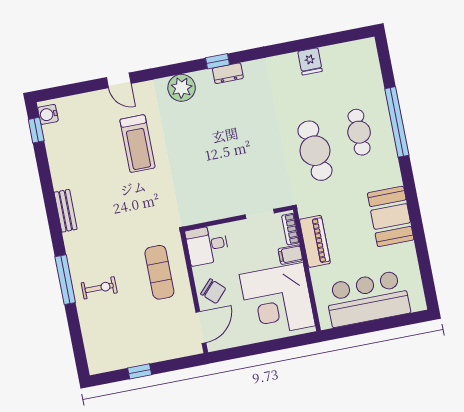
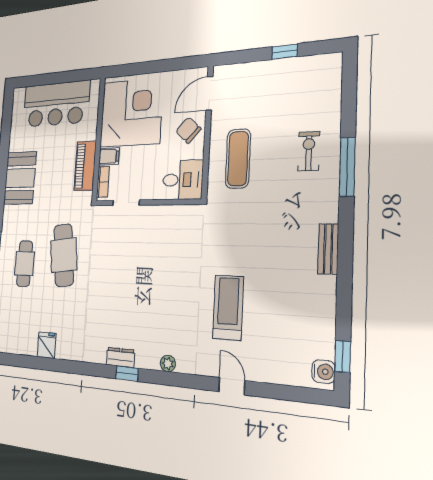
plant: (182, 88) -> (168, 364), width x0.53, depth x0.53
exercise bike: (99, 288) -> (309, 151), turned 90

